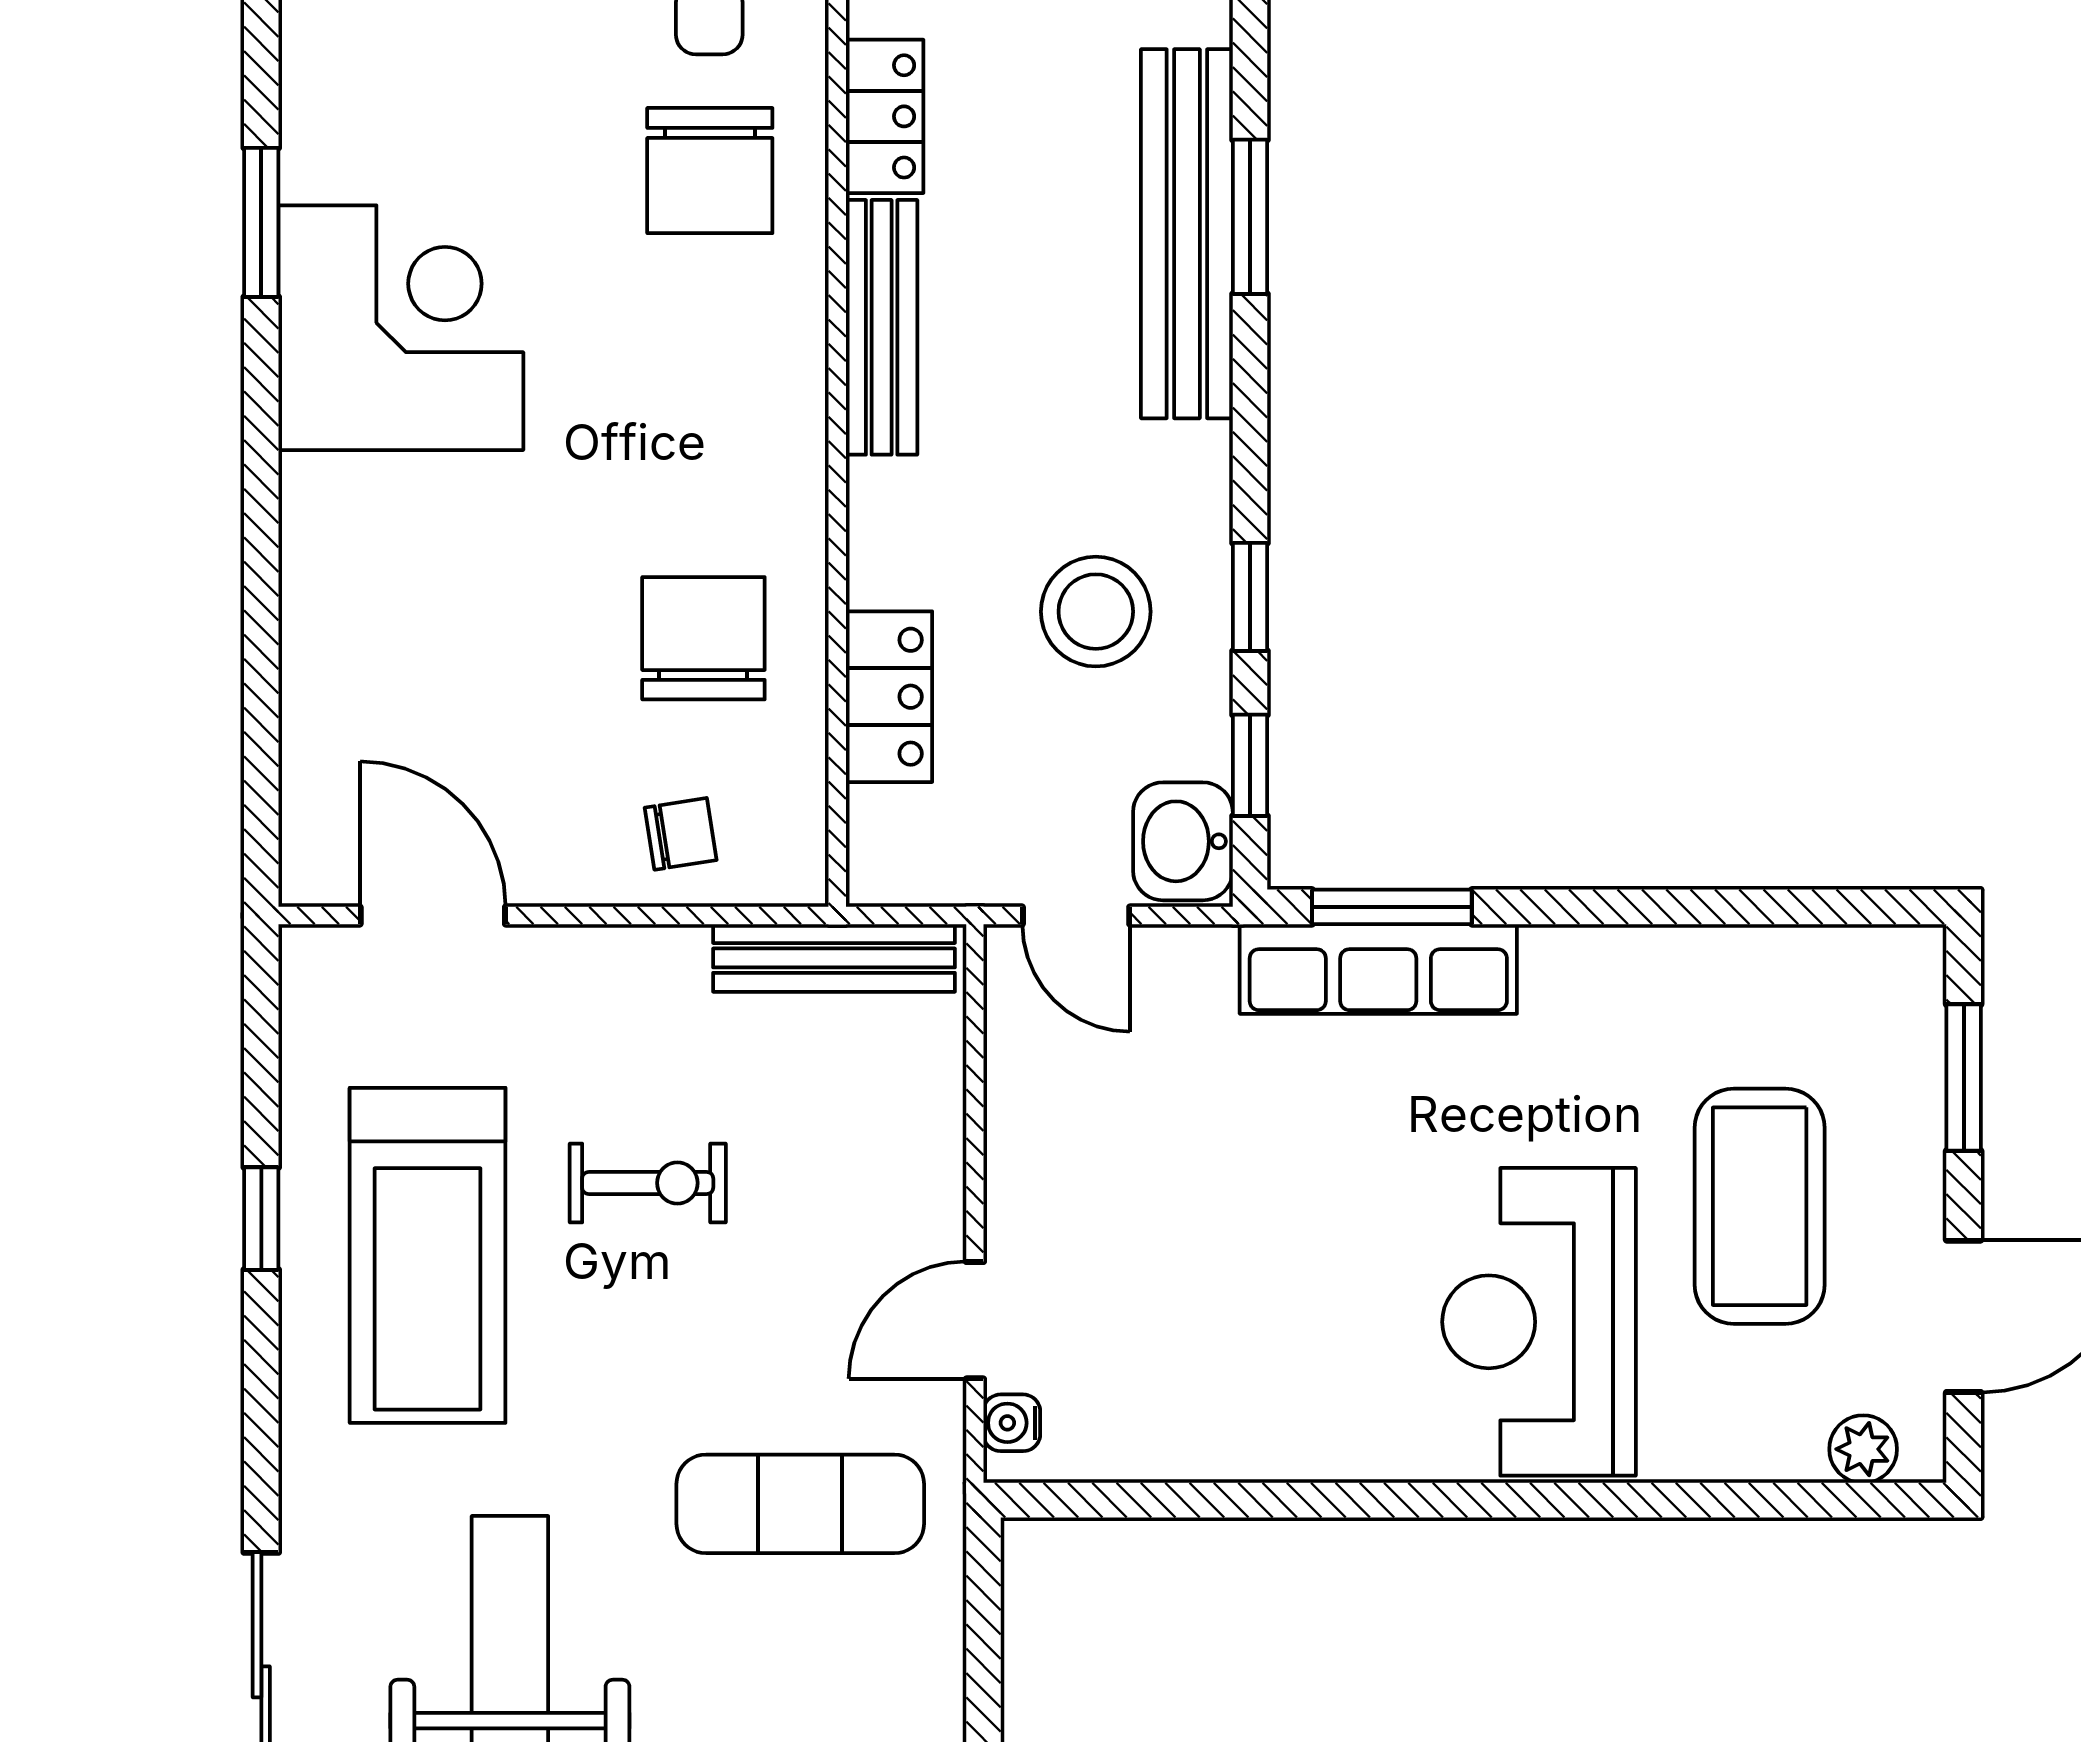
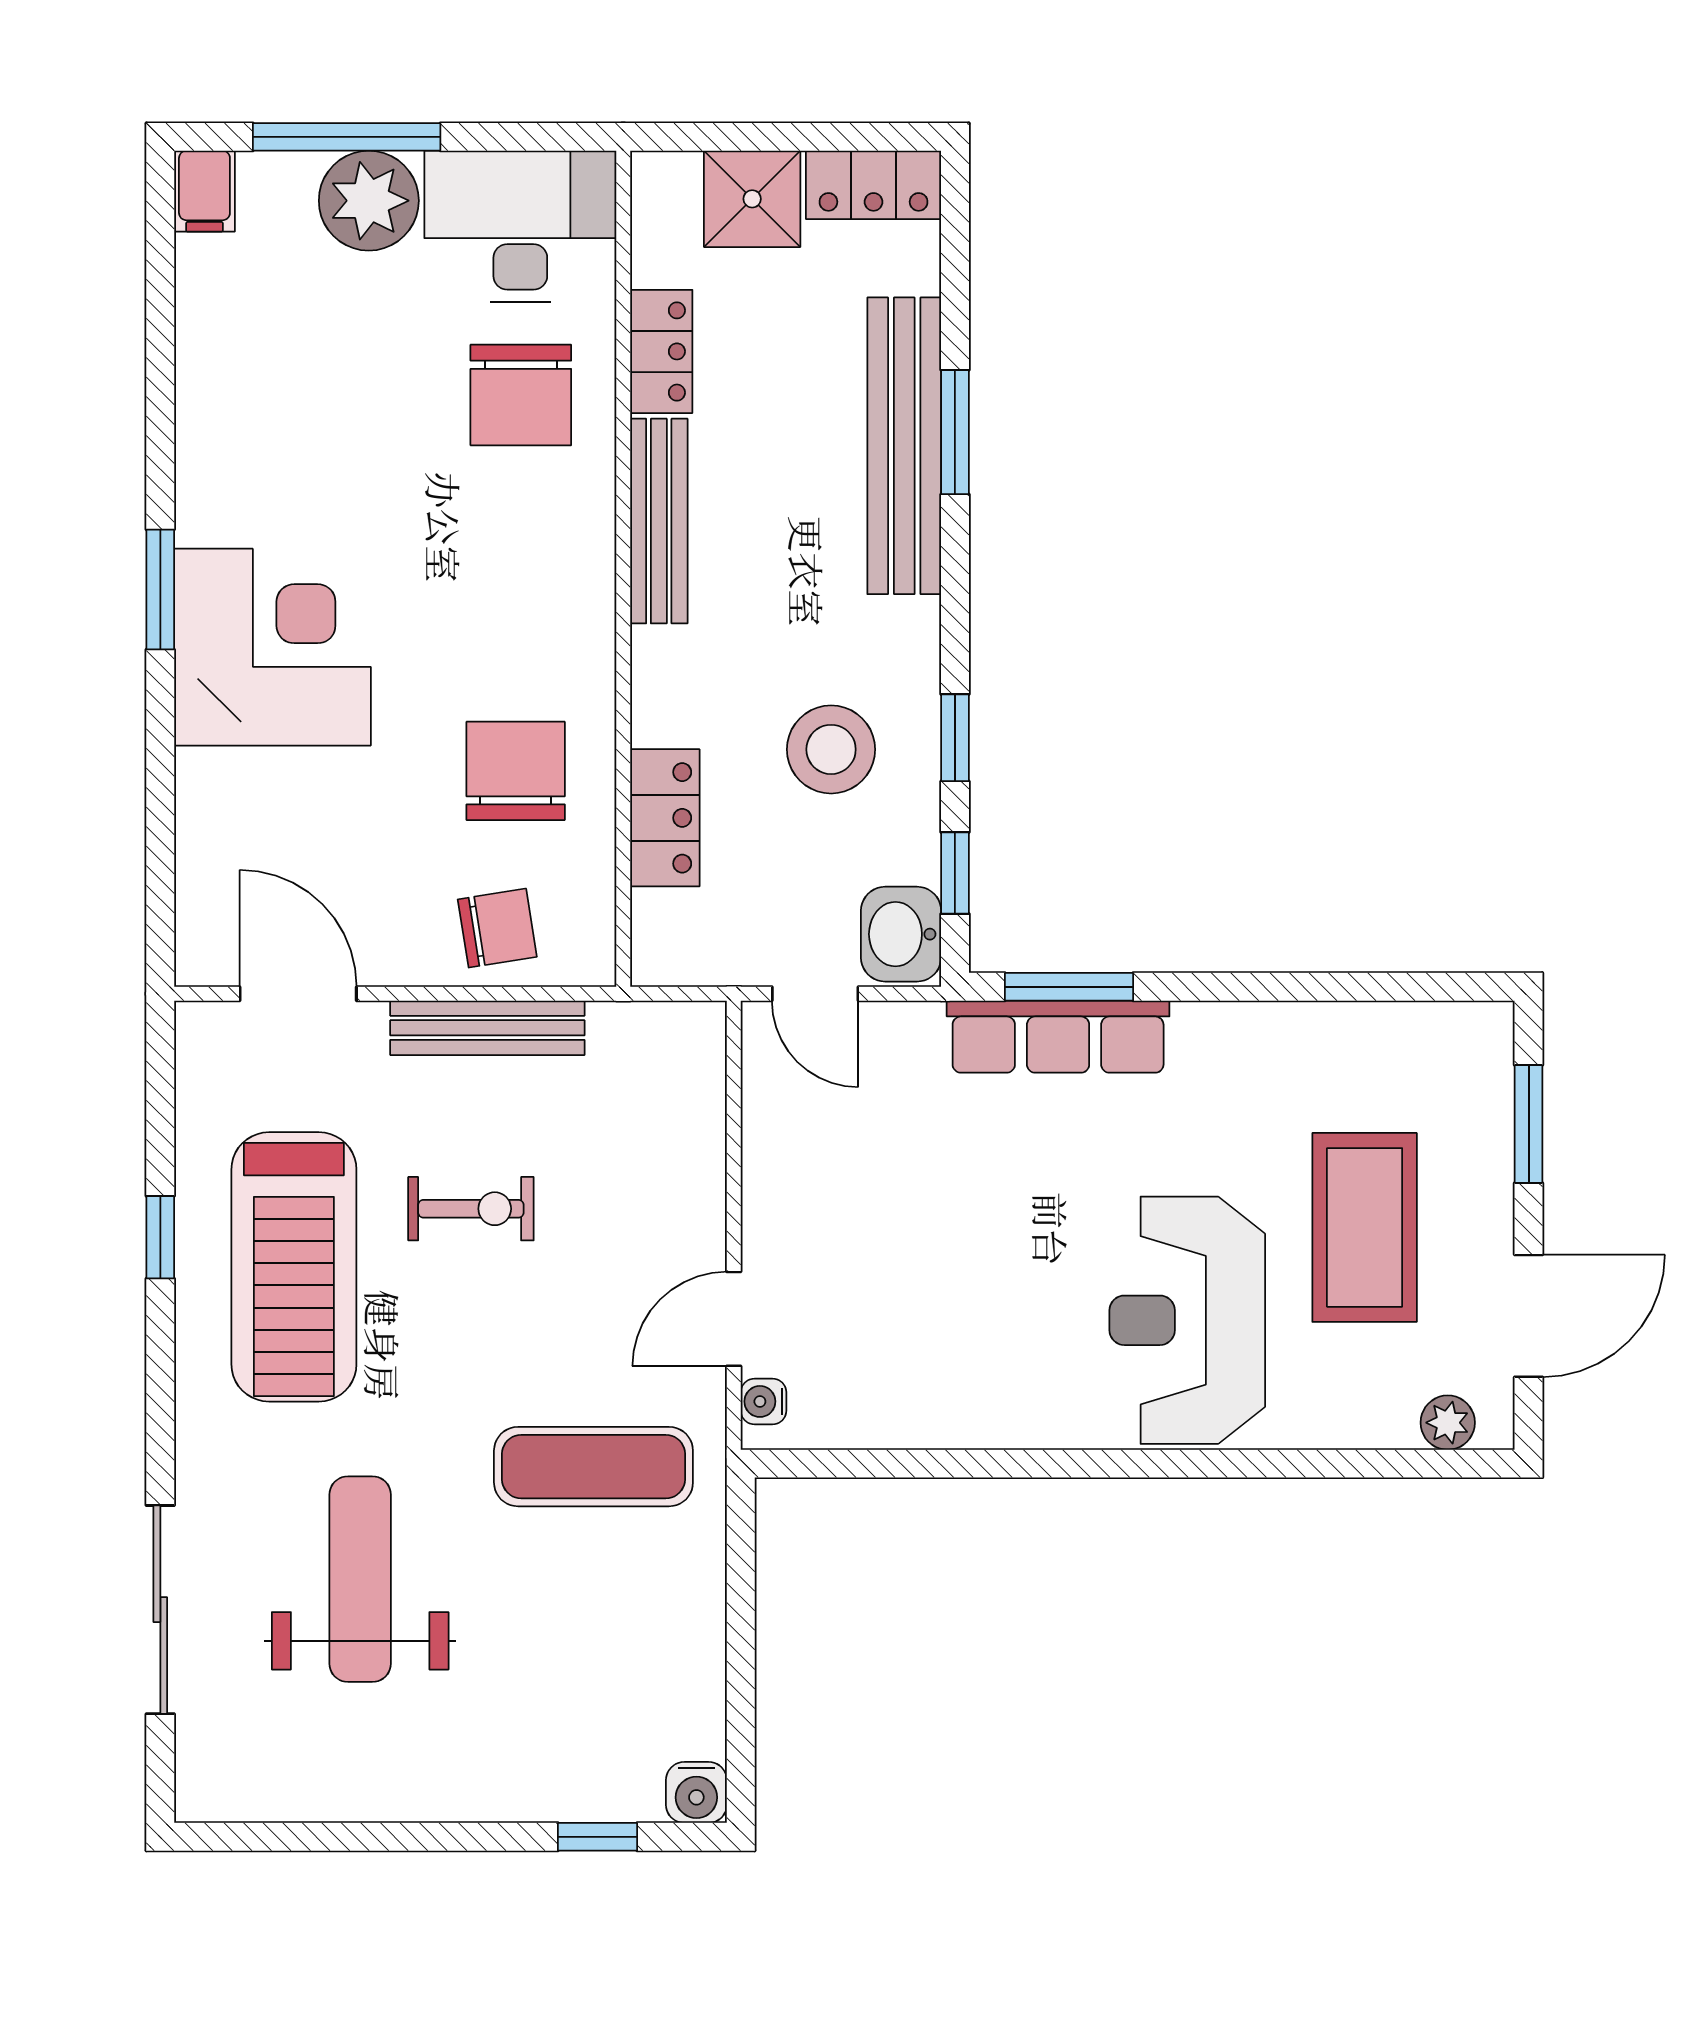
window: (261, 222) -> (160, 589), moved
corner desk: (401, 328) -> (272, 647), moved
chair: (681, 834) -> (497, 928), width x1.37, depth x1.37
bench: (834, 958) -> (487, 1028), moved

